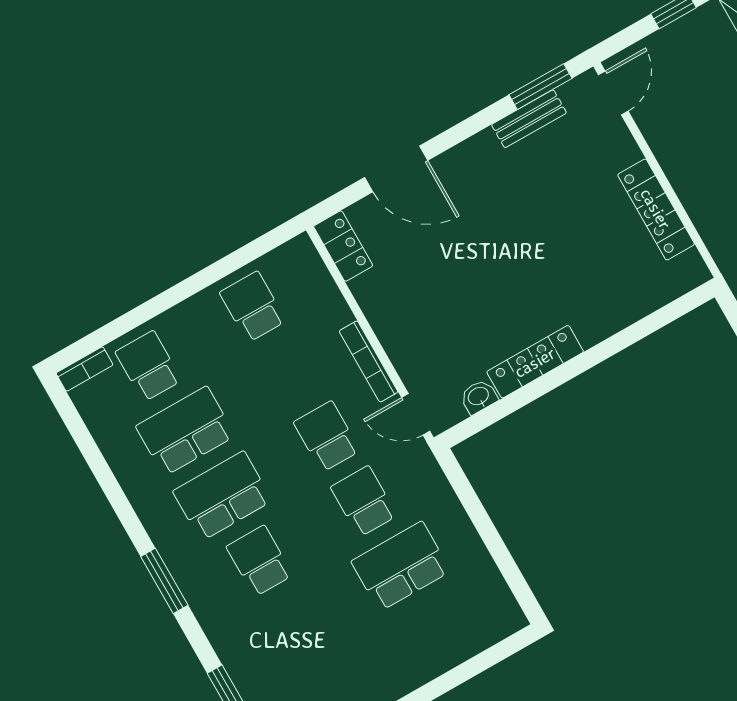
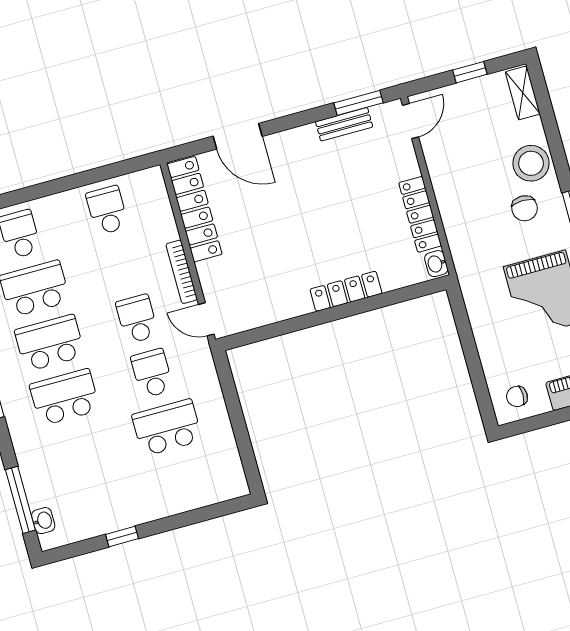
locker: (343, 246) -> (194, 209), width x2.16, depth x1.21
locker: (535, 362) -> (346, 291), moved
washbasin: (479, 397) -> (436, 264), moved, turned -90
school desk: (259, 561) -> (65, 397), width x1.85

